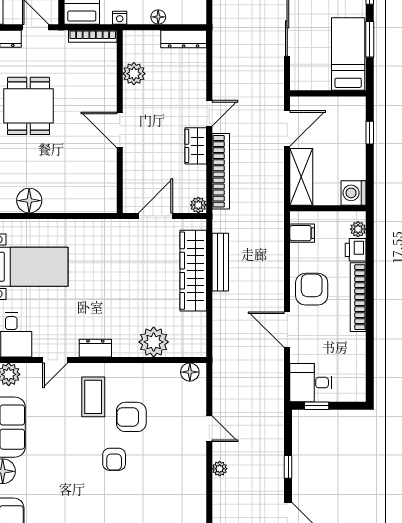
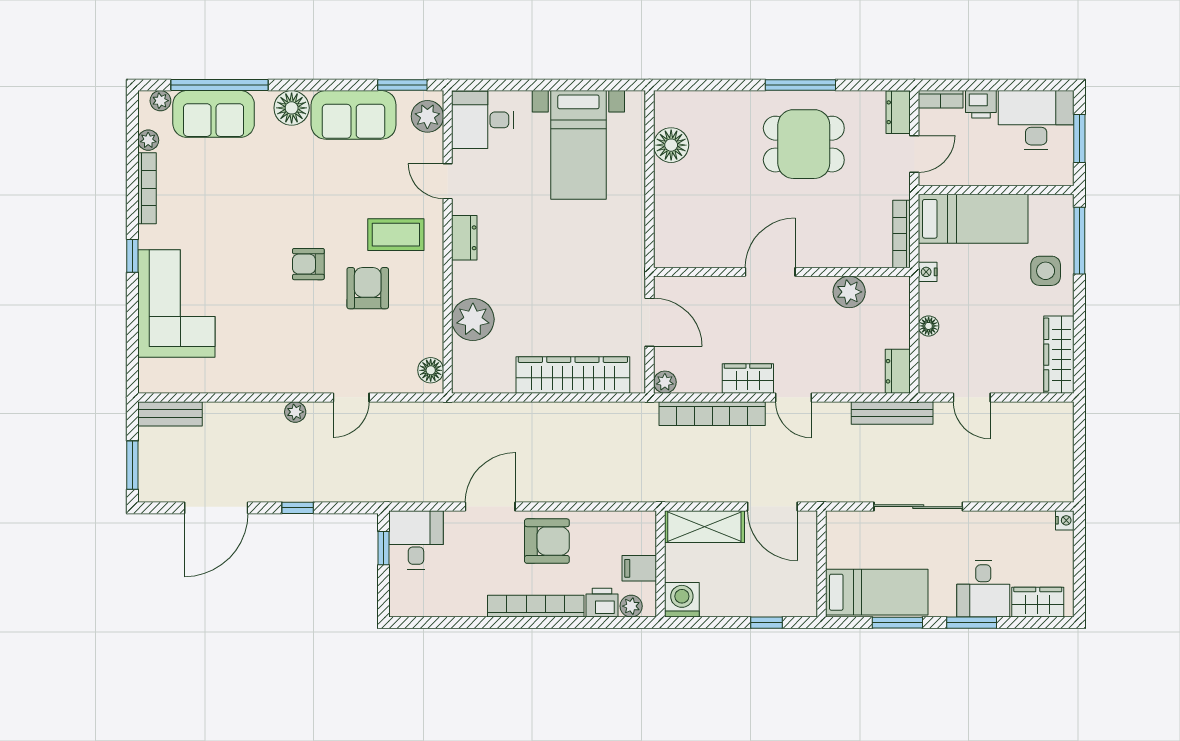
dresser: (184, 39) -> (898, 371), width x0.70
filing cabinet: (302, 233) -> (639, 568), moved, turned 90
bench: (220, 262) -> (892, 413), moved

